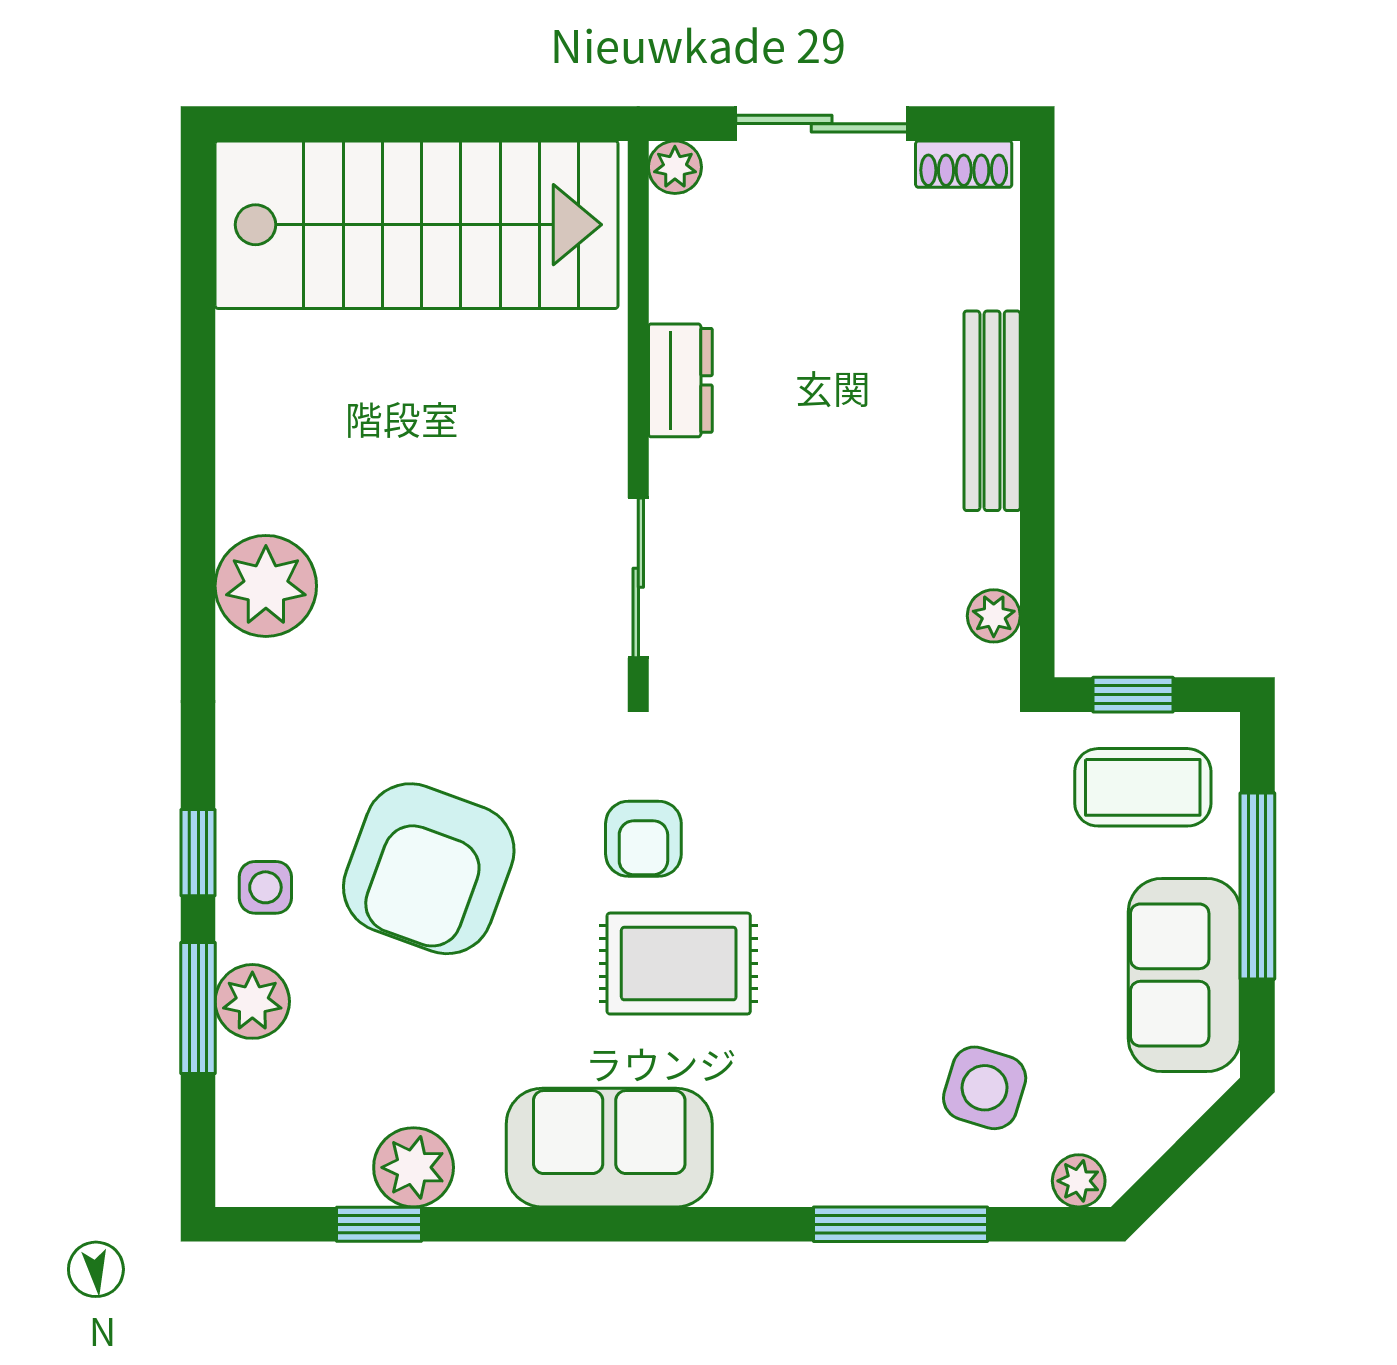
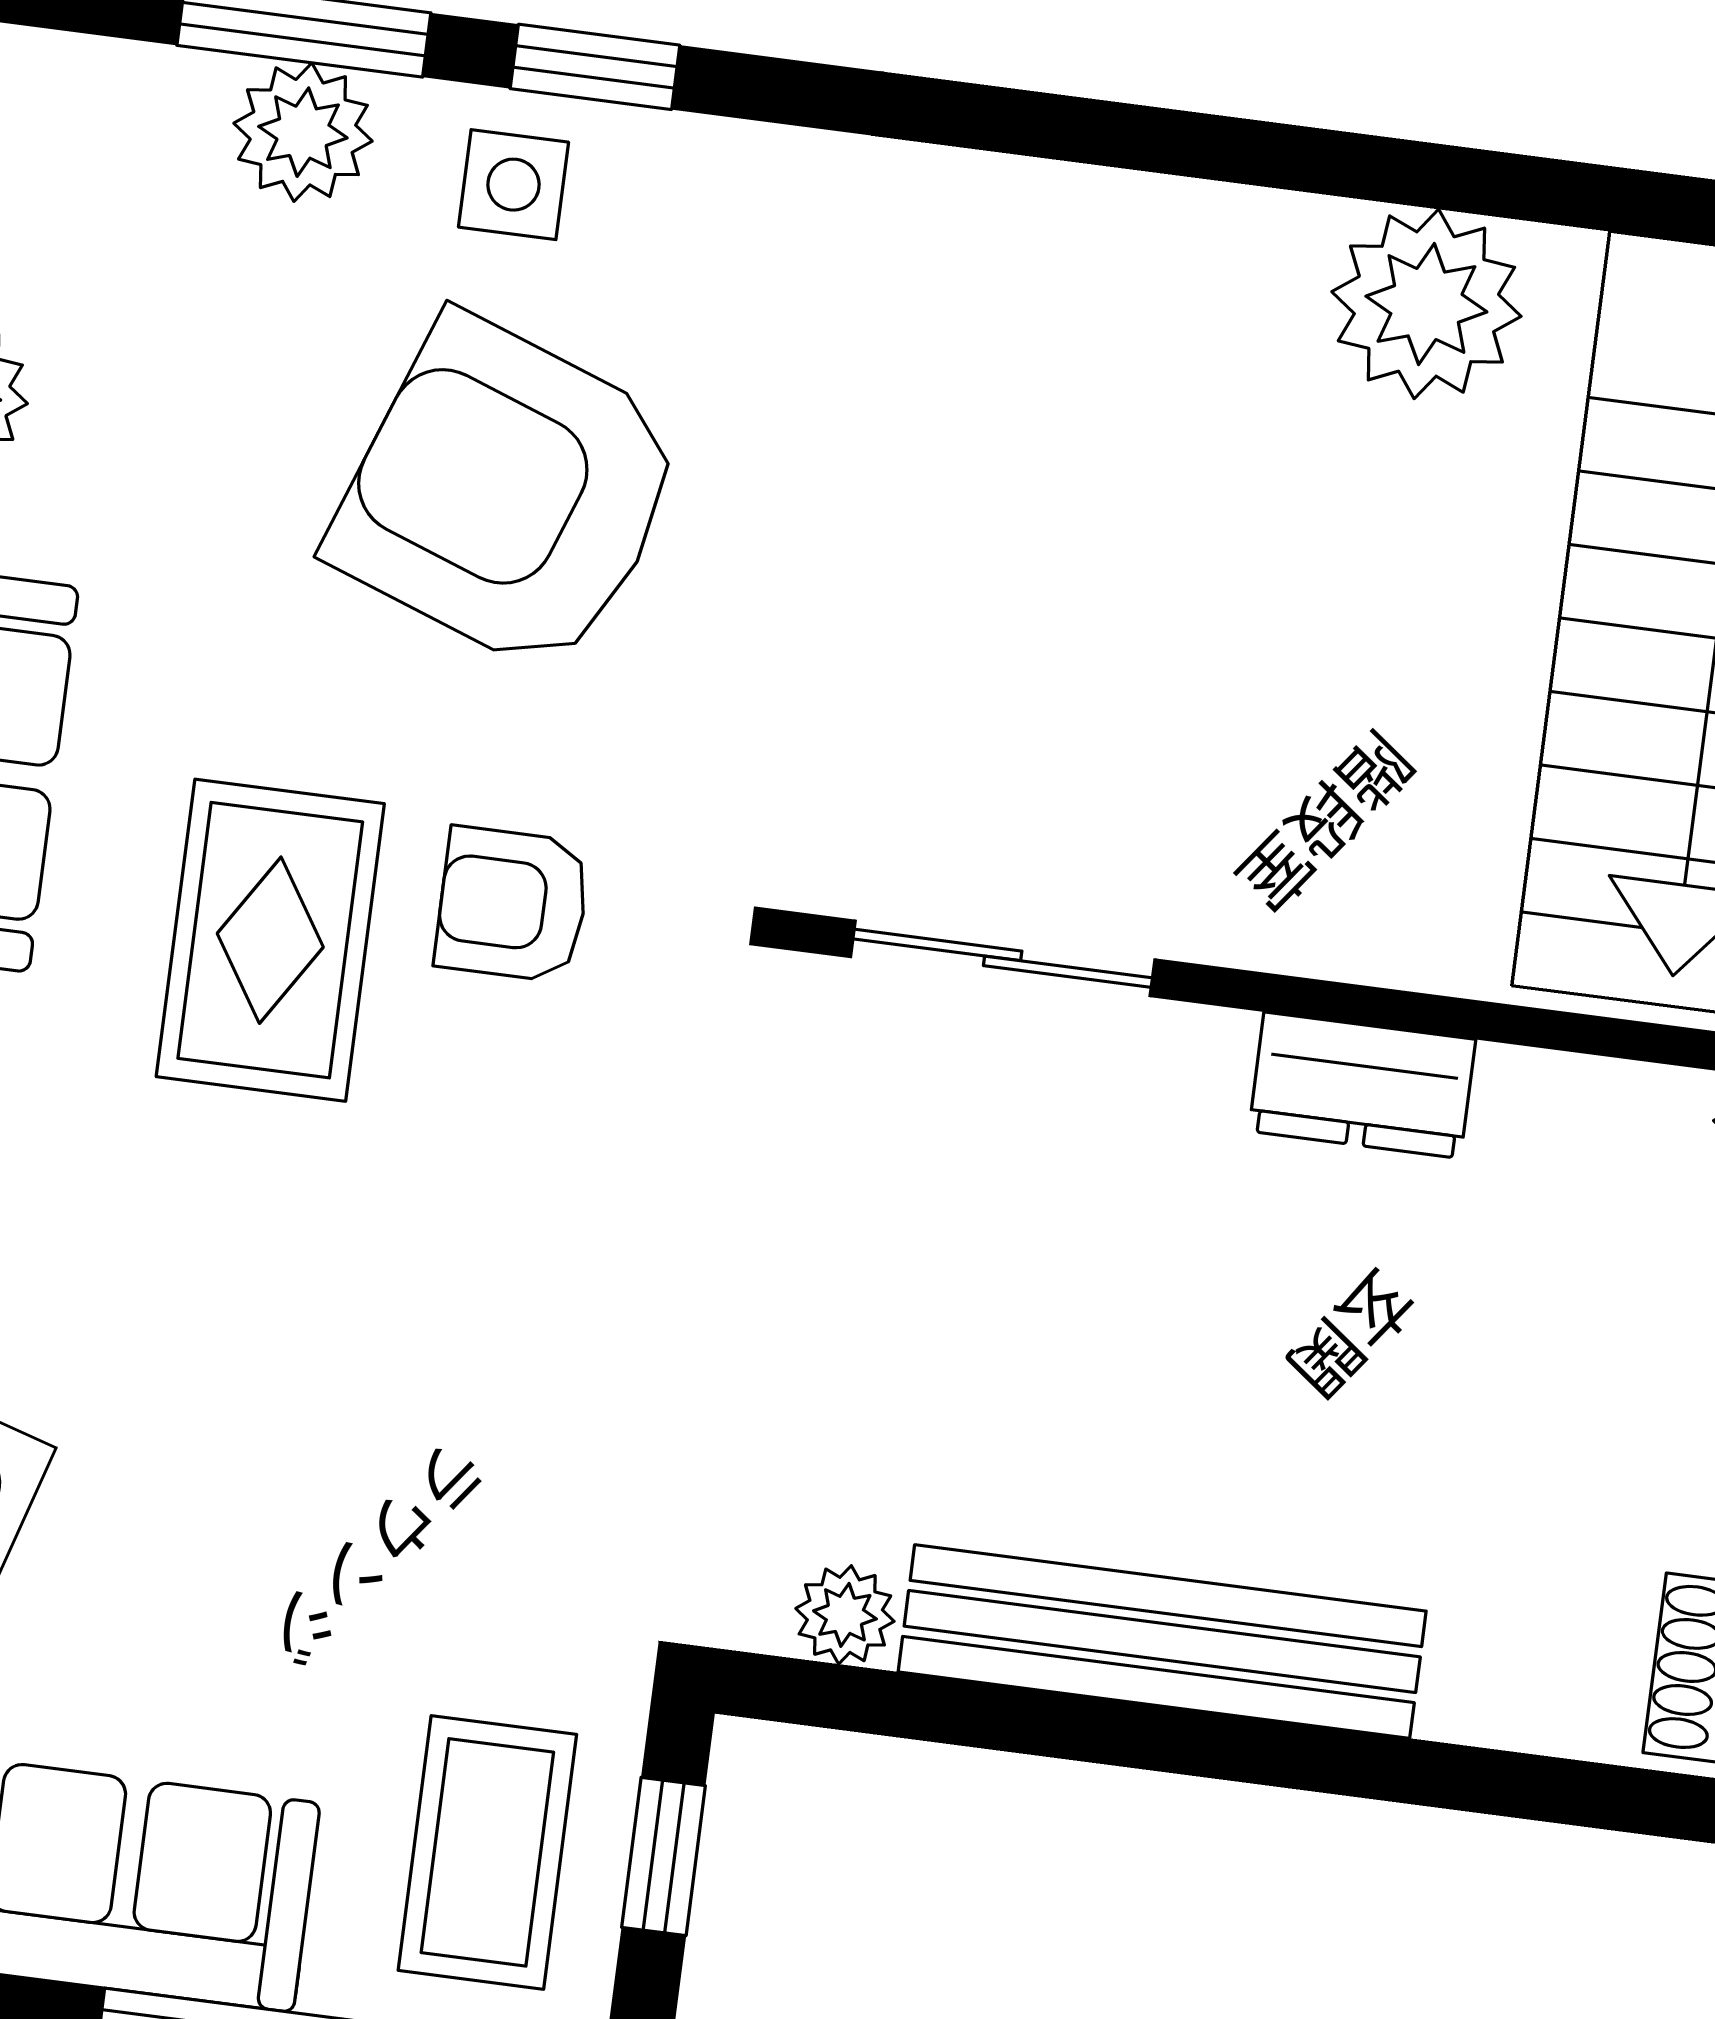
bench: (992, 411) -> (1162, 1641), width x1.37, depth x1.21
plant: (266, 586) -> (1426, 304), moved

